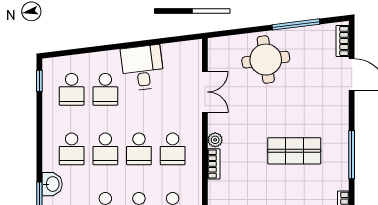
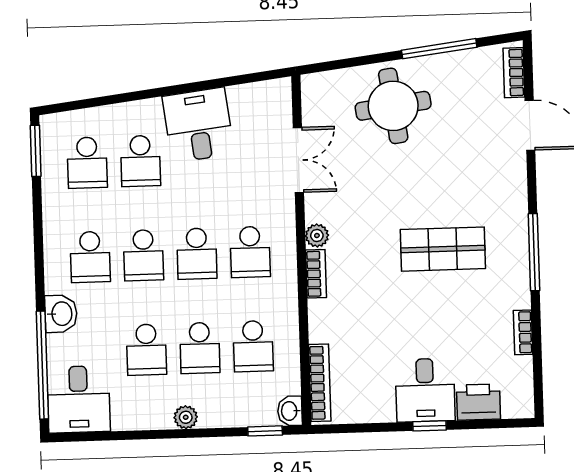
window: (39, 81) -> (36, 151), width x1.50

